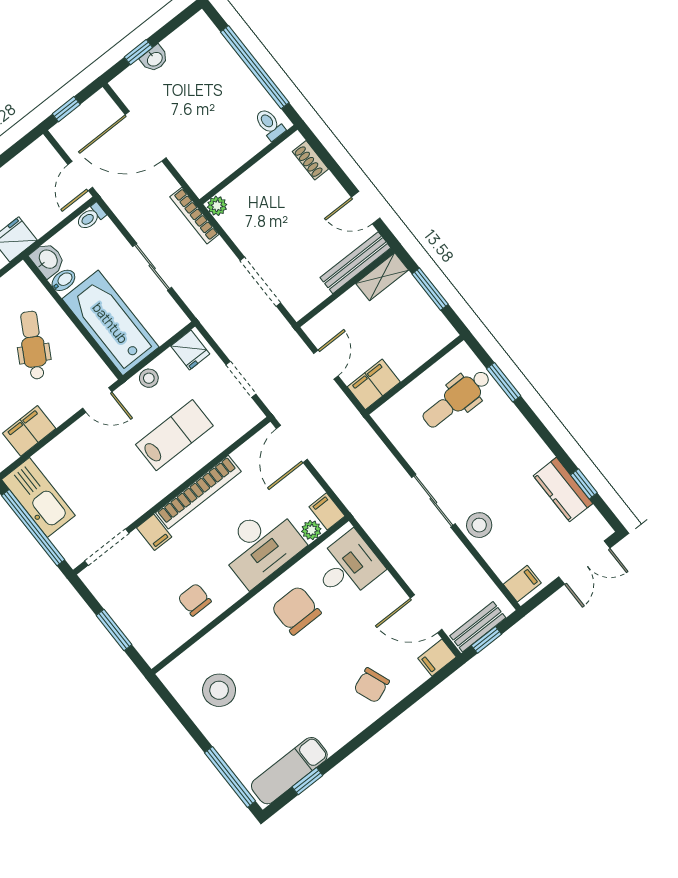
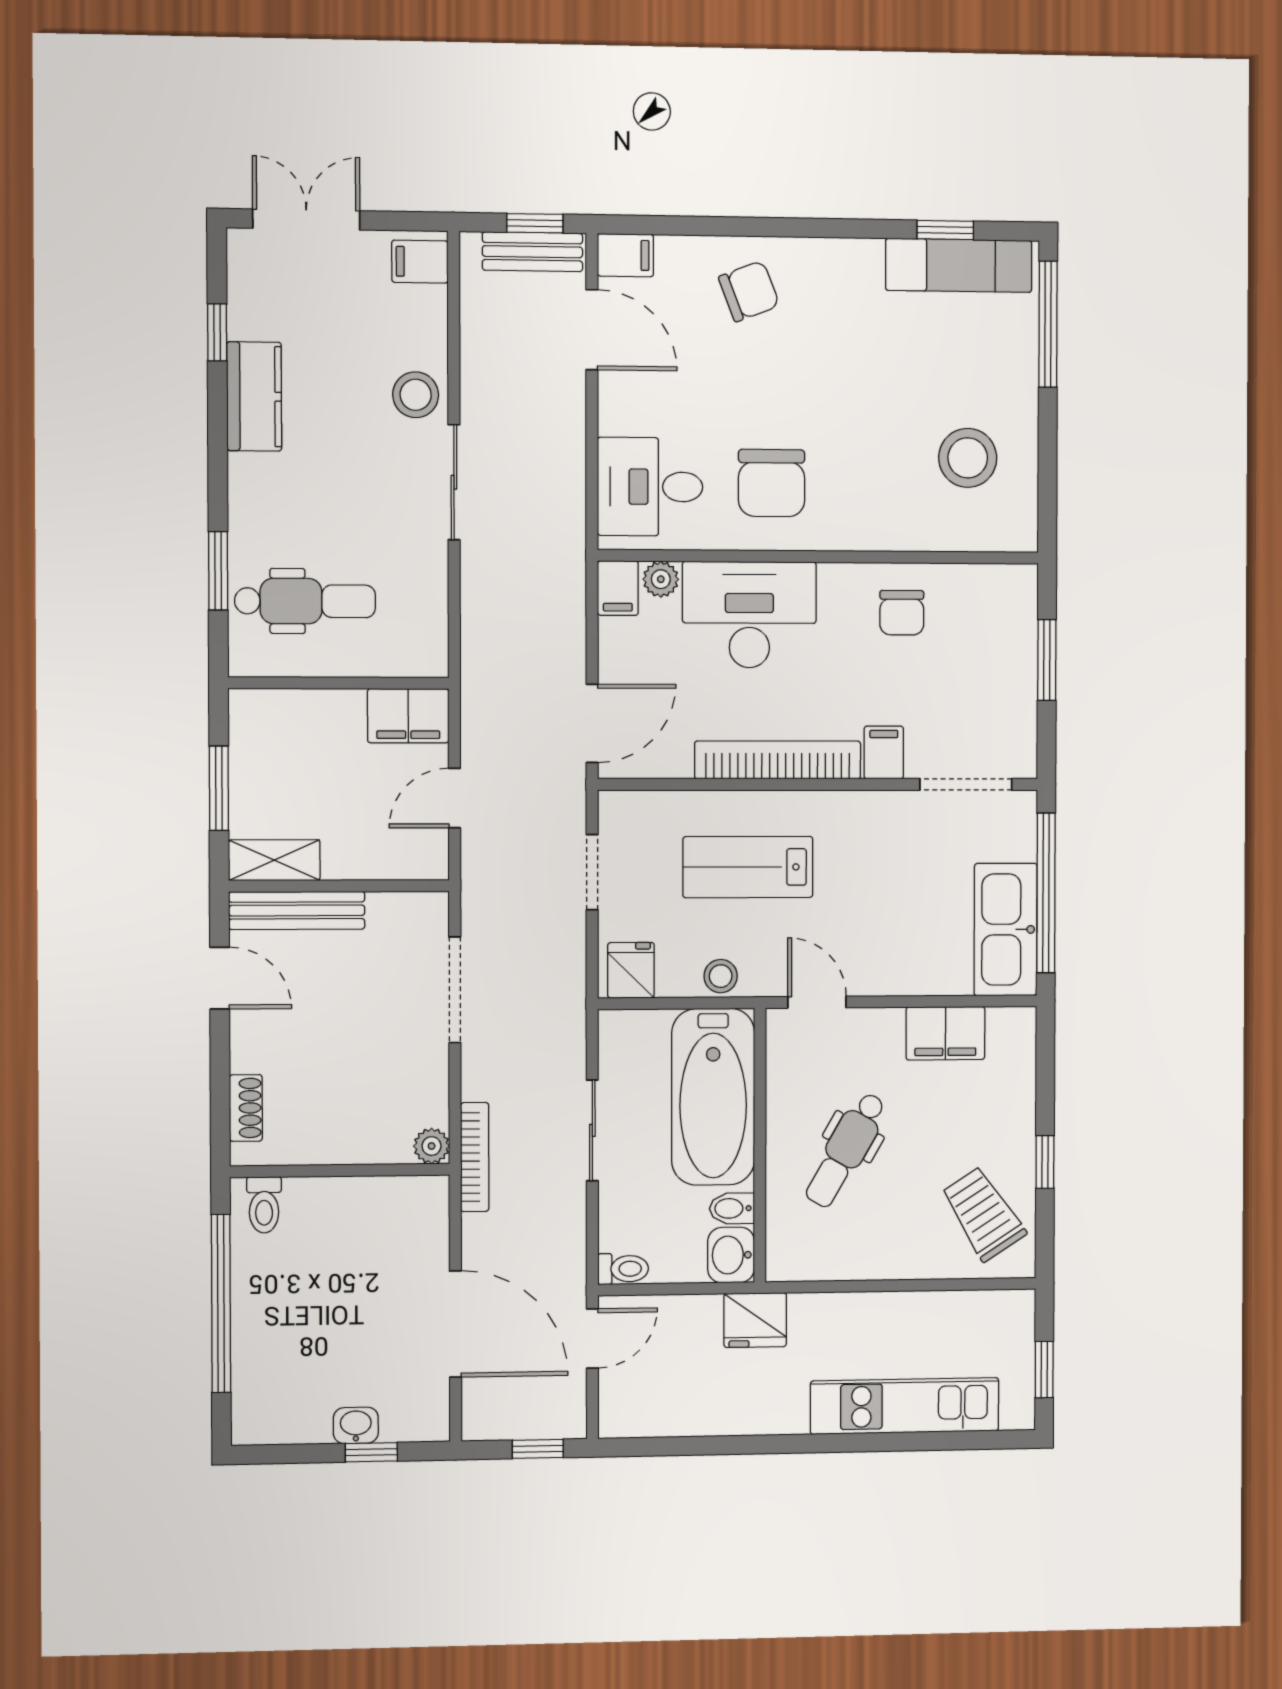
kitchen counter: (563, 490) -> (254, 396), moved

